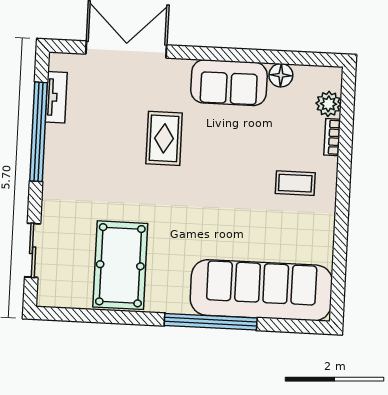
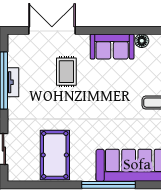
tv unit: (56, 97) -> (13, 82), moved
rug: (164, 138) -> (66, 72), moved

